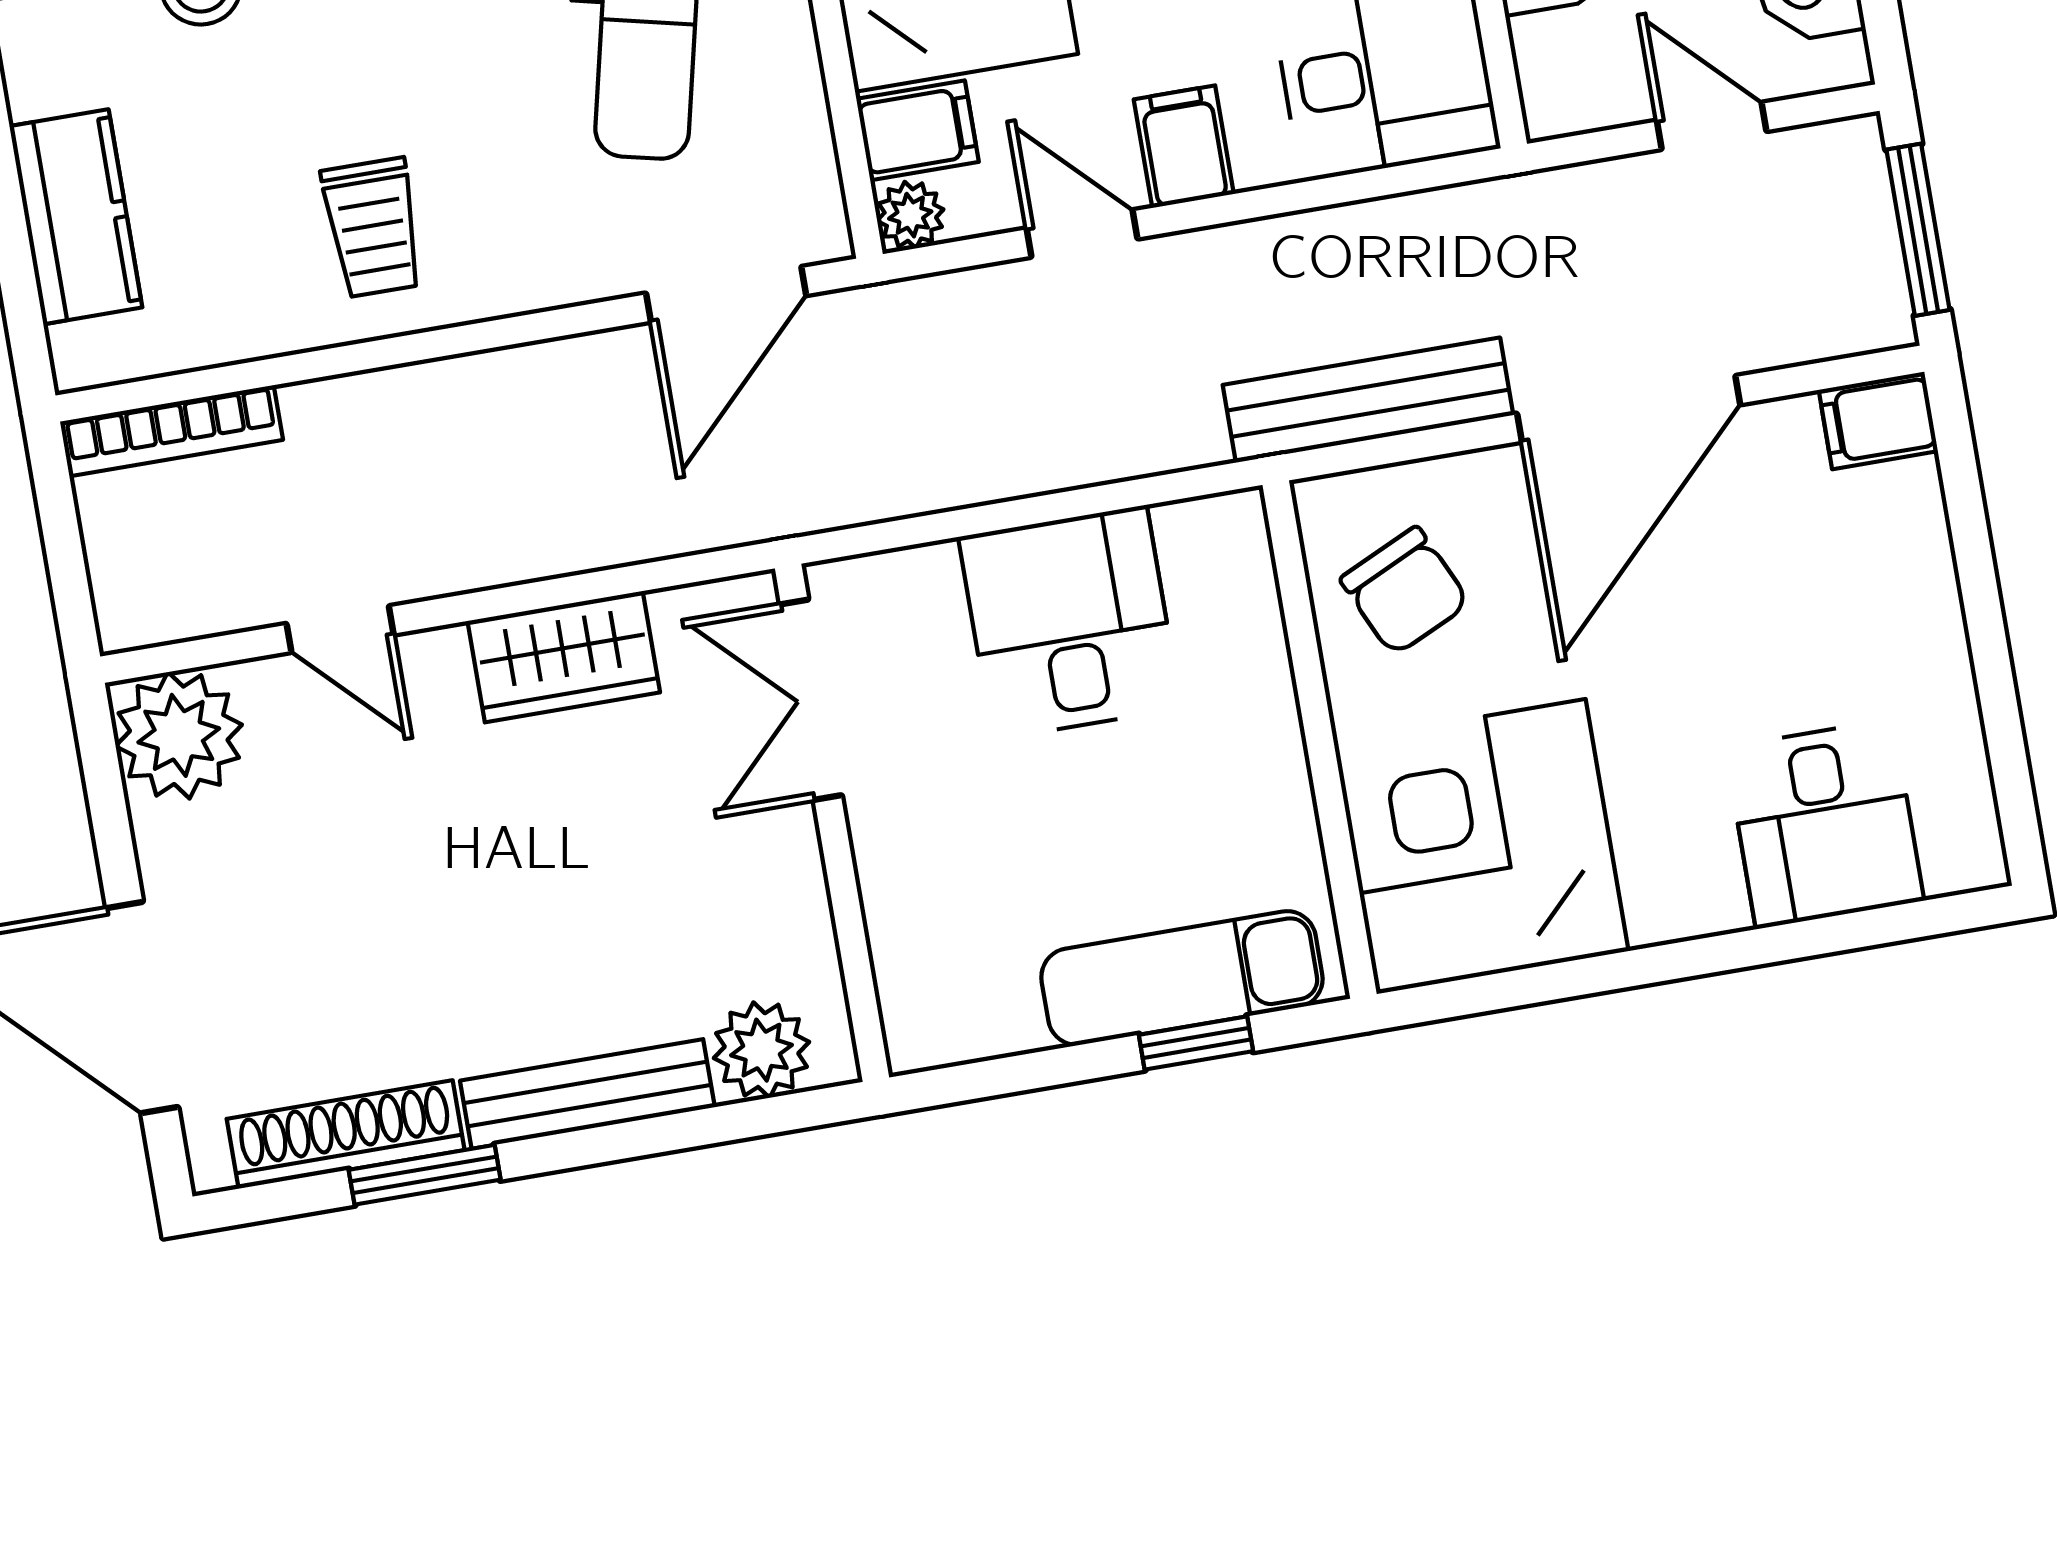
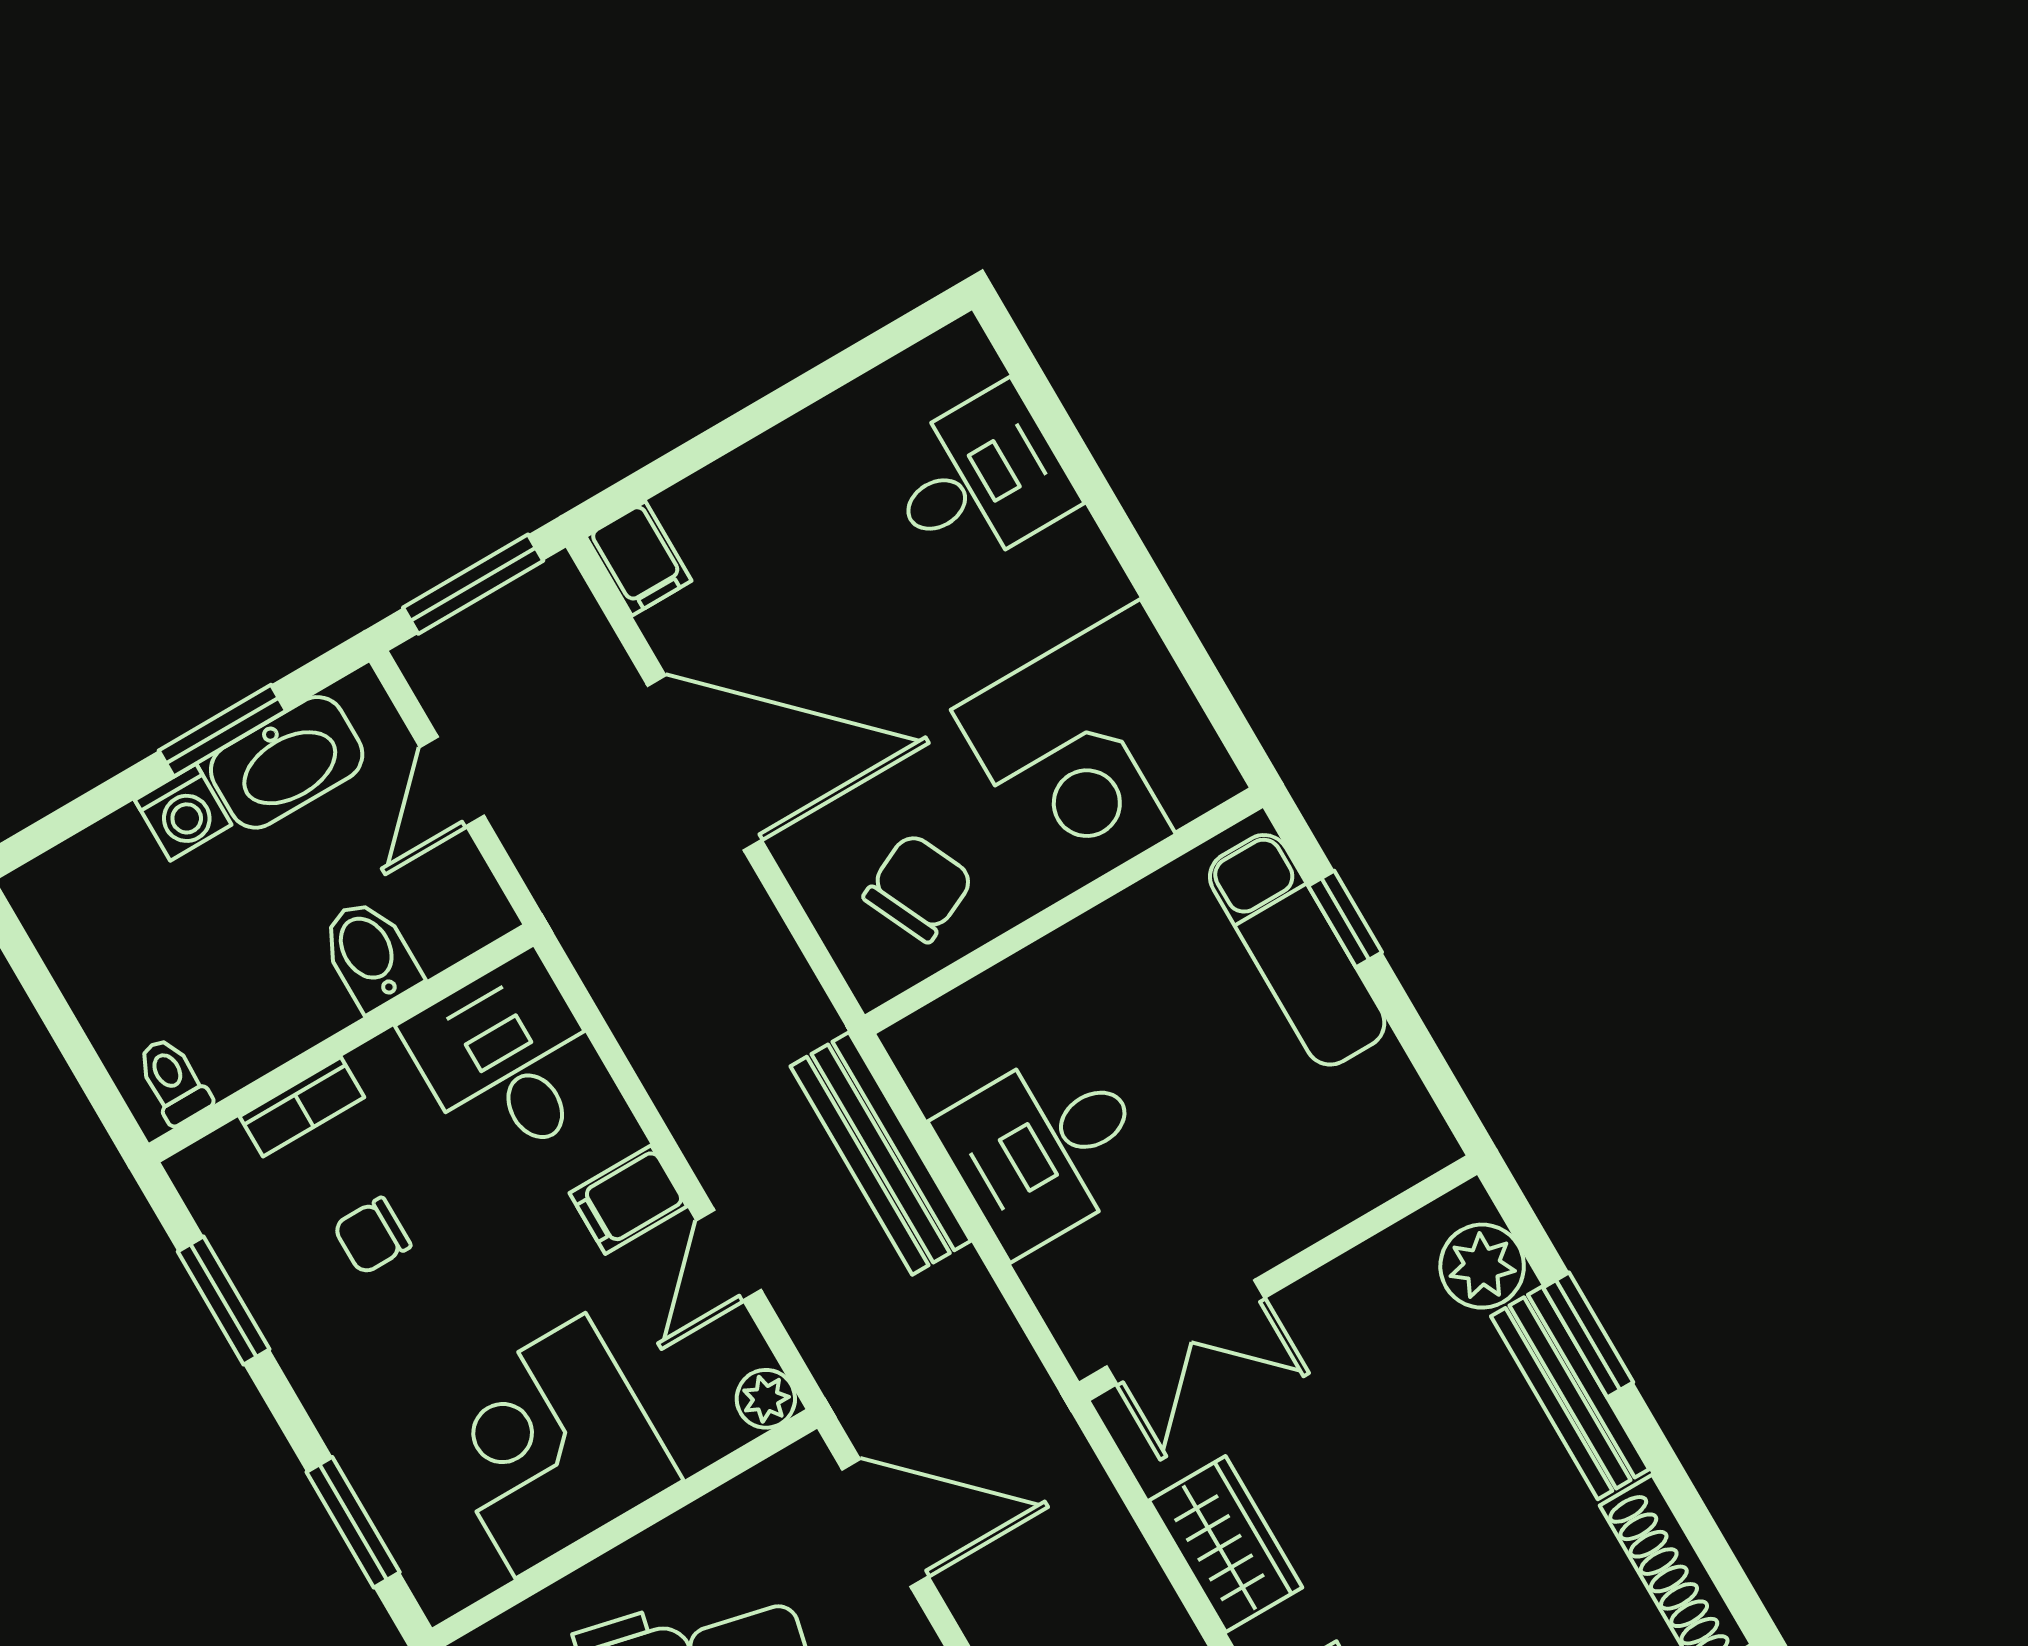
filing cabinet: (917, 130) -> (696, 1419), removed
bench: (1368, 400) -> (881, 1154), moved
window: (425, 1175) -> (1588, 1335), moved

